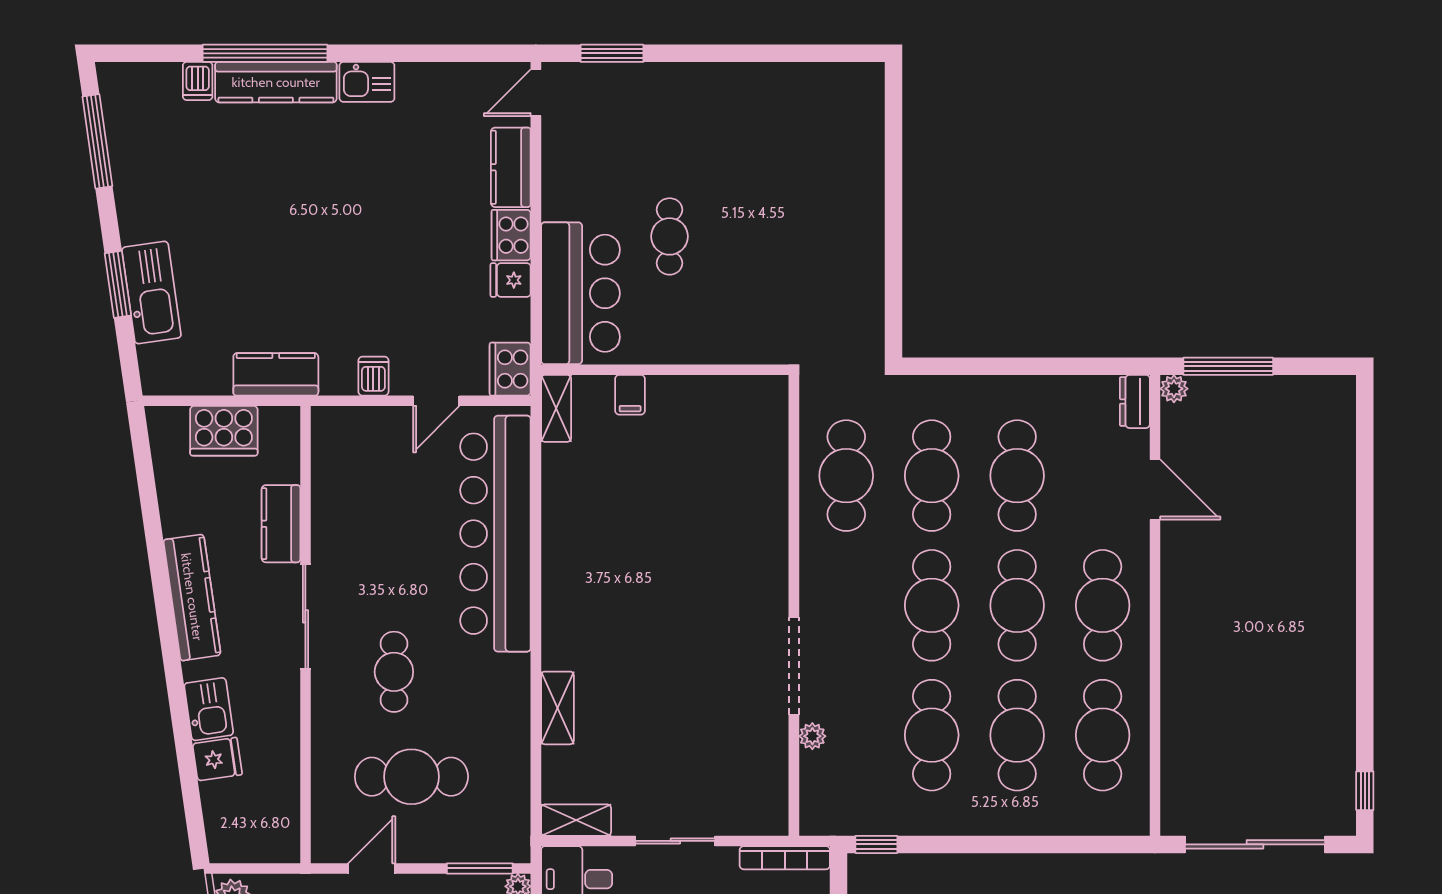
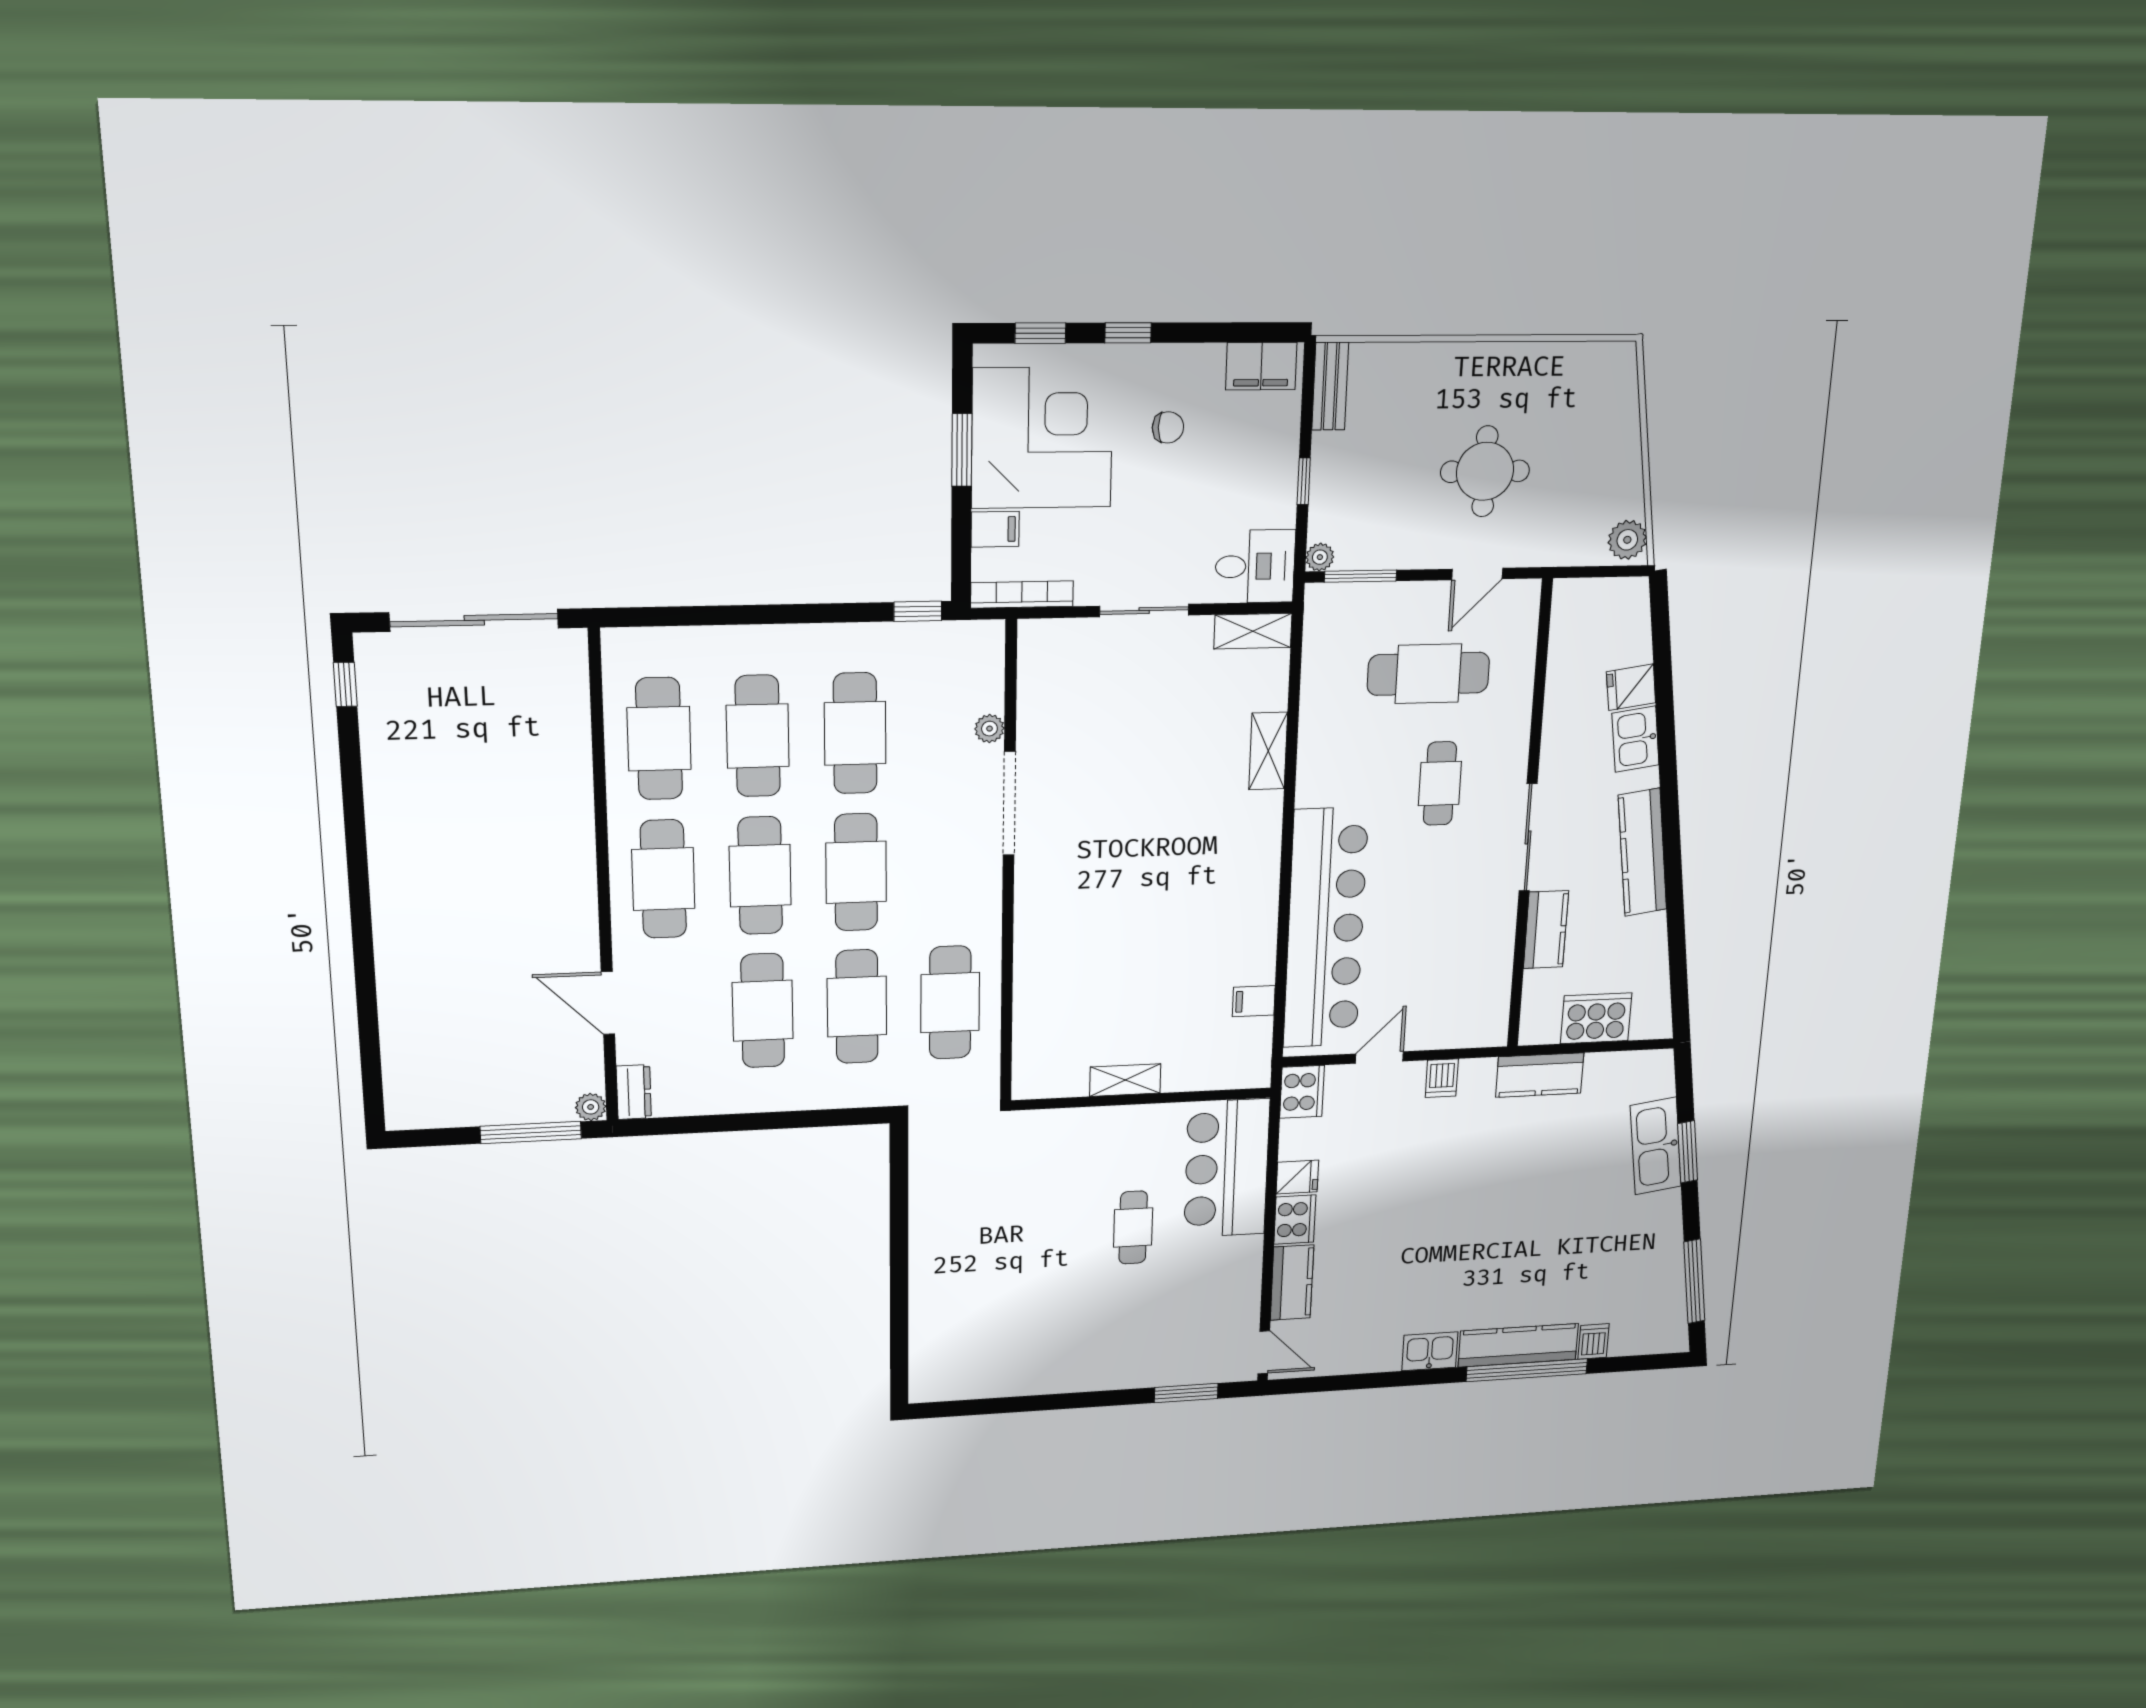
door: (536, 93) -> (1264, 1352), hinge flipped
filing cabinet: (630, 395) -> (1254, 1001), moved, turned -90
shelving: (556, 408) -> (1125, 1080), moved, turned 90

